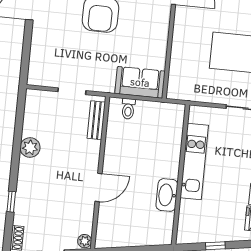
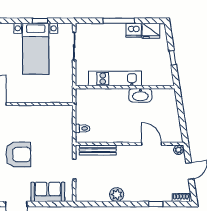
sofa: (140, 82) -> (48, 192), moved, turned 90
bench: (96, 120) -> (98, 150), width x1.36
door: (99, 187) -> (152, 144), moved

